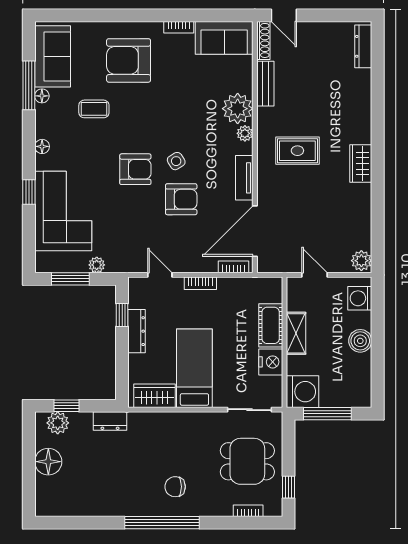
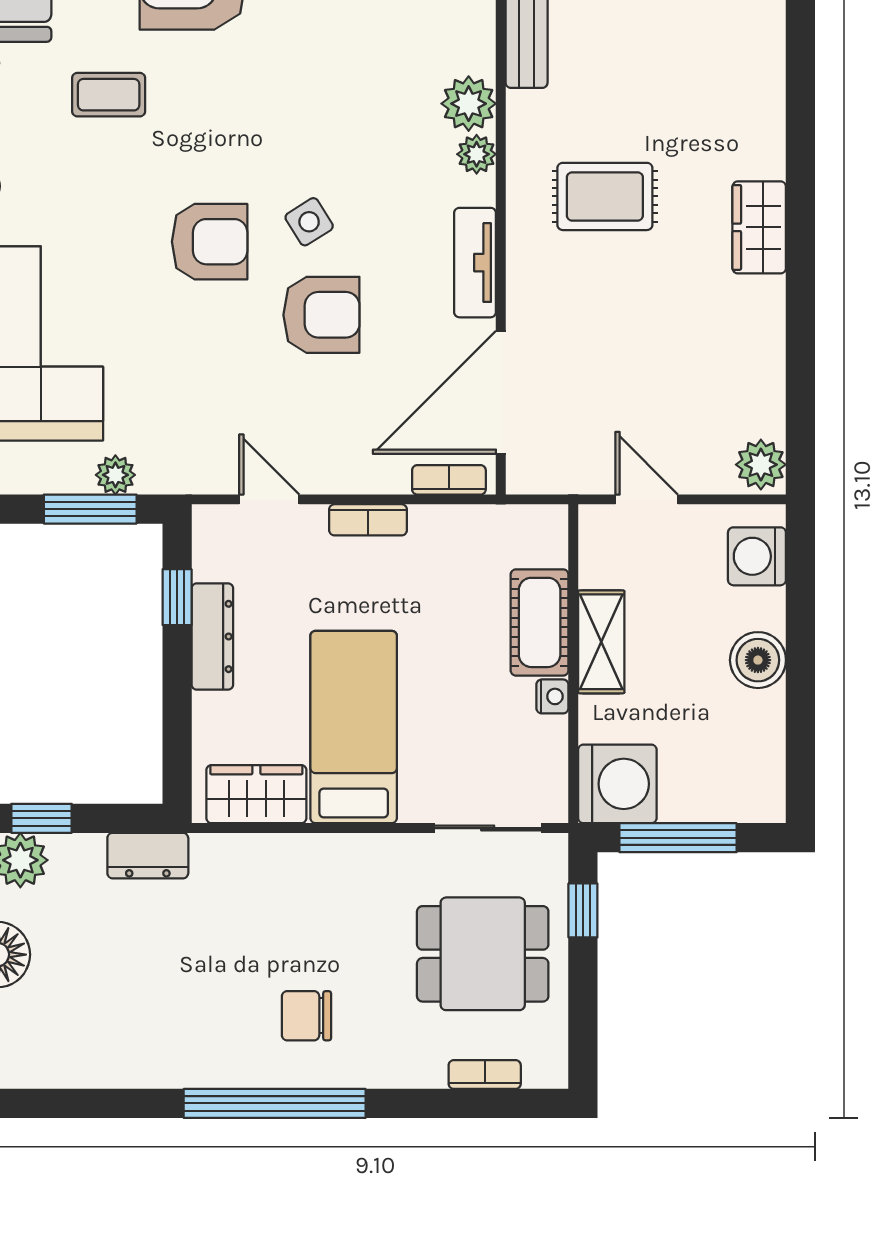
plant: (238, 109) -> (469, 104), width x0.73, depth x0.73
window: (70, 279) -> (90, 509), moved
nightstand: (271, 362) -> (552, 696), width x0.53, depth x0.56
window: (288, 487) -> (583, 910), moved

